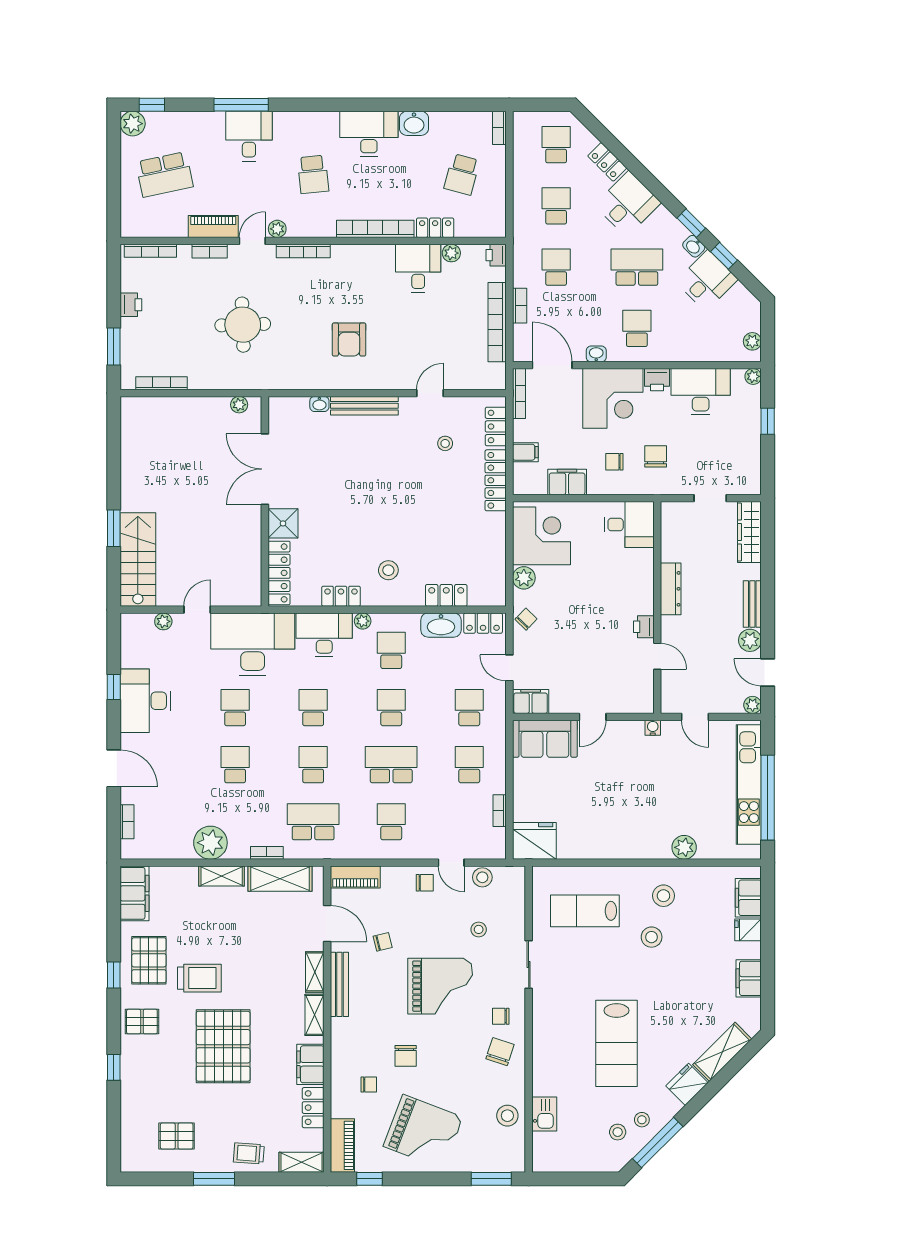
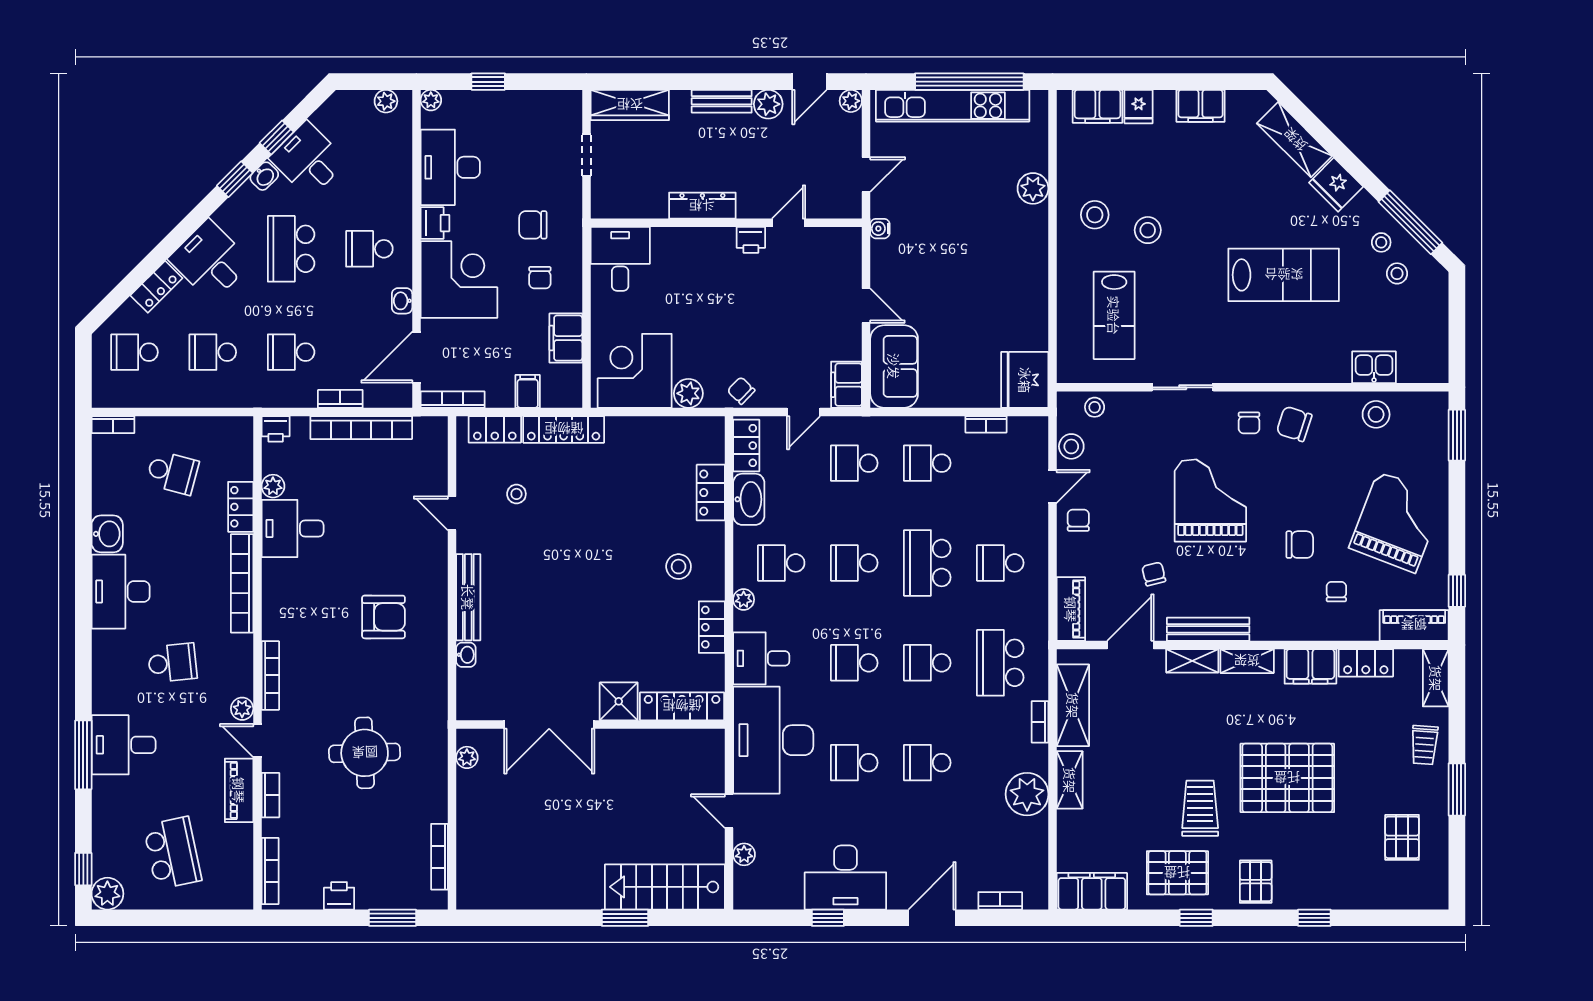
desk: (324, 635) -> (761, 658), width x0.73
stool: (479, 929) -> (1095, 407), moved

